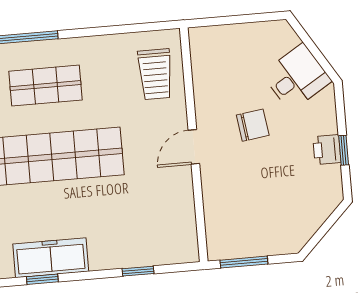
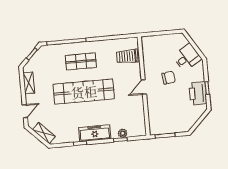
trolley: (155, 74) -> (127, 56), turned 90
printer: (327, 150) -> (198, 93), width x1.87, depth x1.48
plant: (143, 256) -> (123, 133), added
freezer: (51, 258) -> (95, 133), moved

